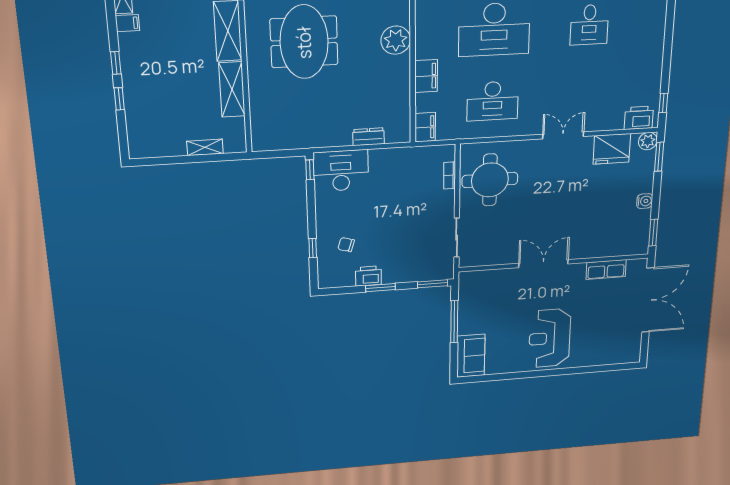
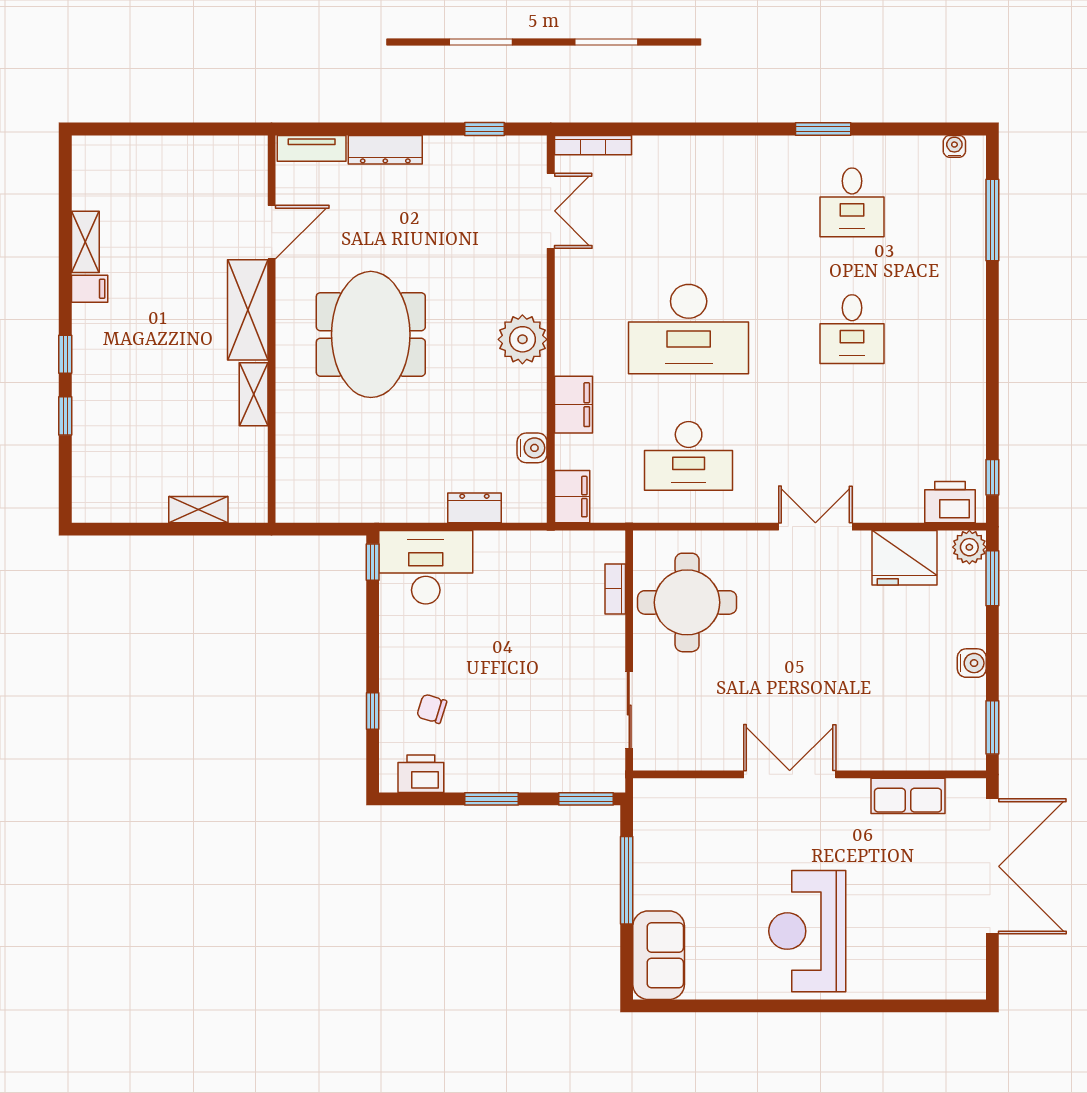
shelving: (232, 89) -> (254, 394), width x0.67, depth x0.75
water cooler: (402, 102) -> (532, 448), added
printer: (368, 276) -> (421, 774), moved

